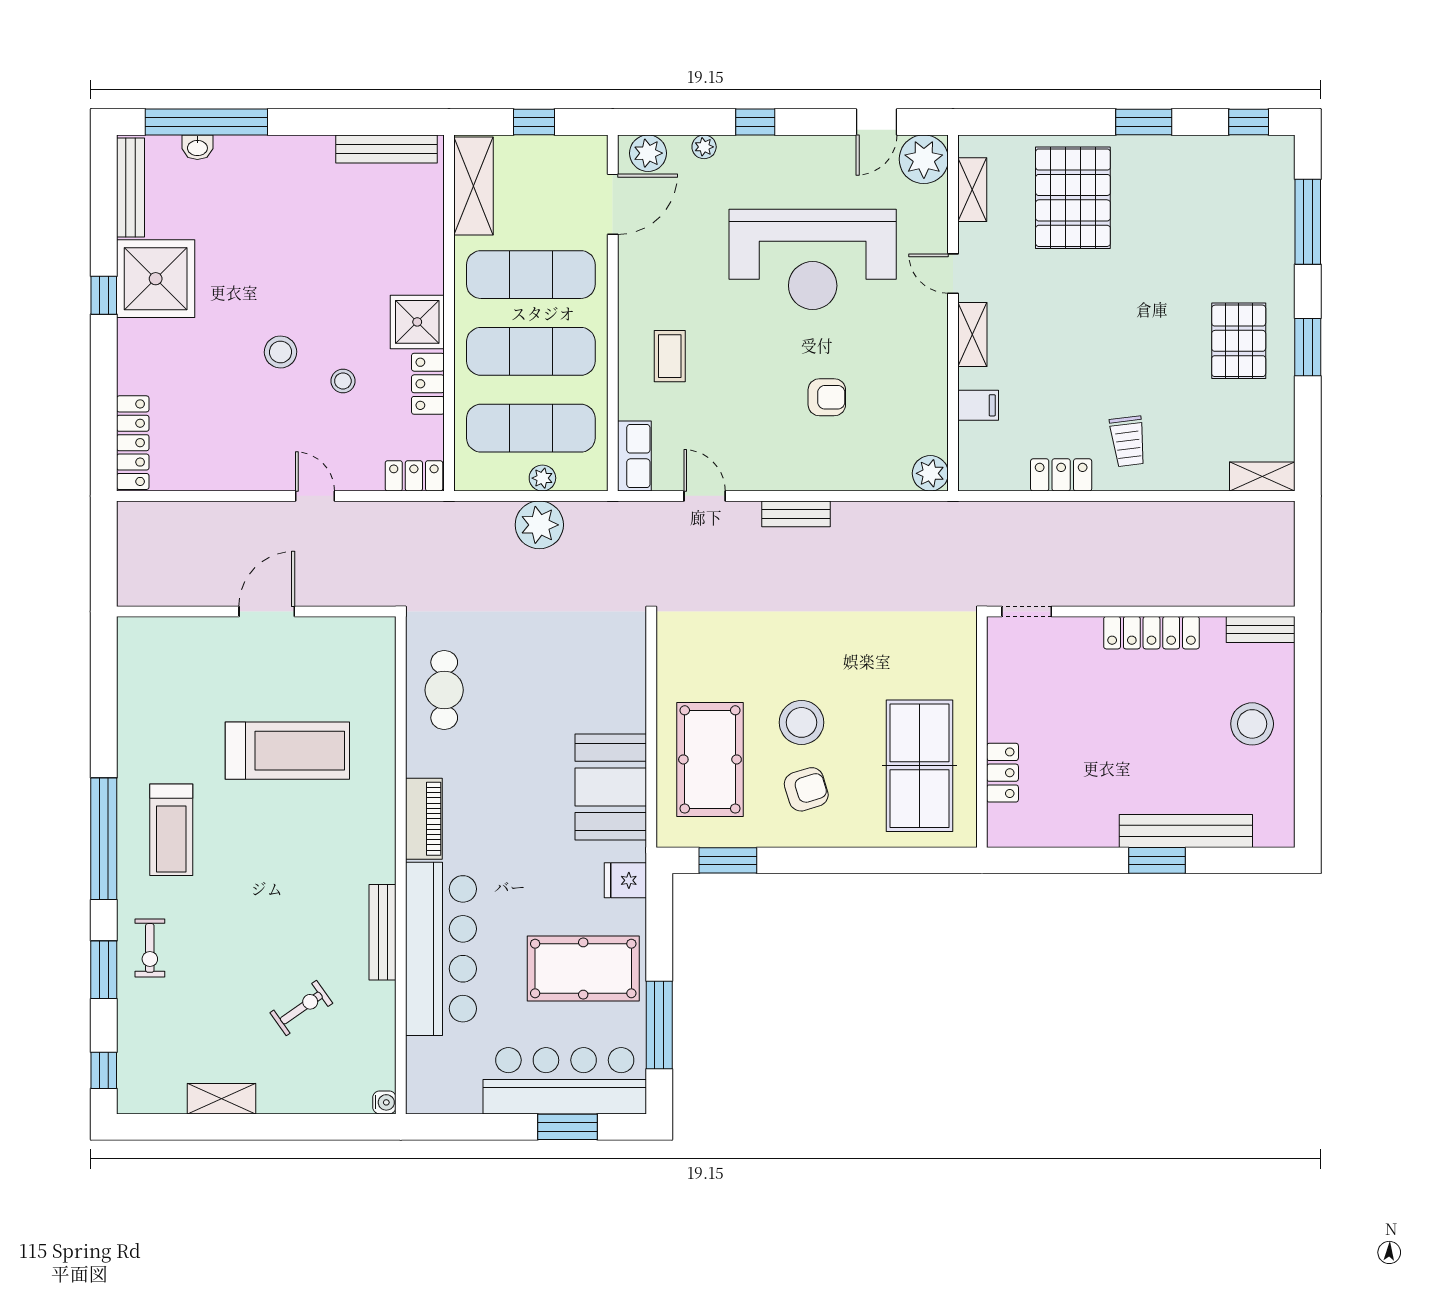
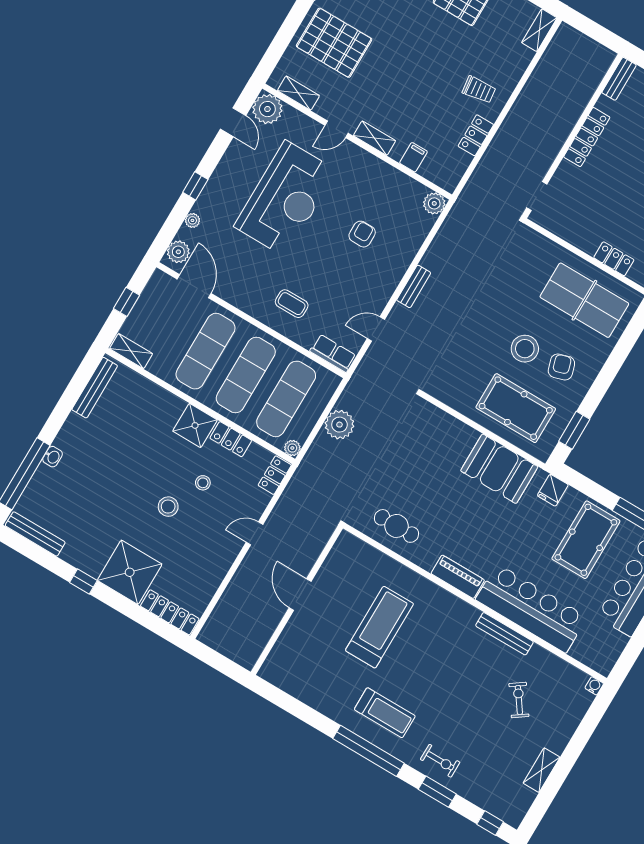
washbasin: (197, 147) -> (53, 457), moved
shelving: (473, 186) -> (131, 351), width x0.67, depth x0.75
shower: (156, 279) -> (130, 572), moved
plant: (542, 478) -> (292, 448), moved

